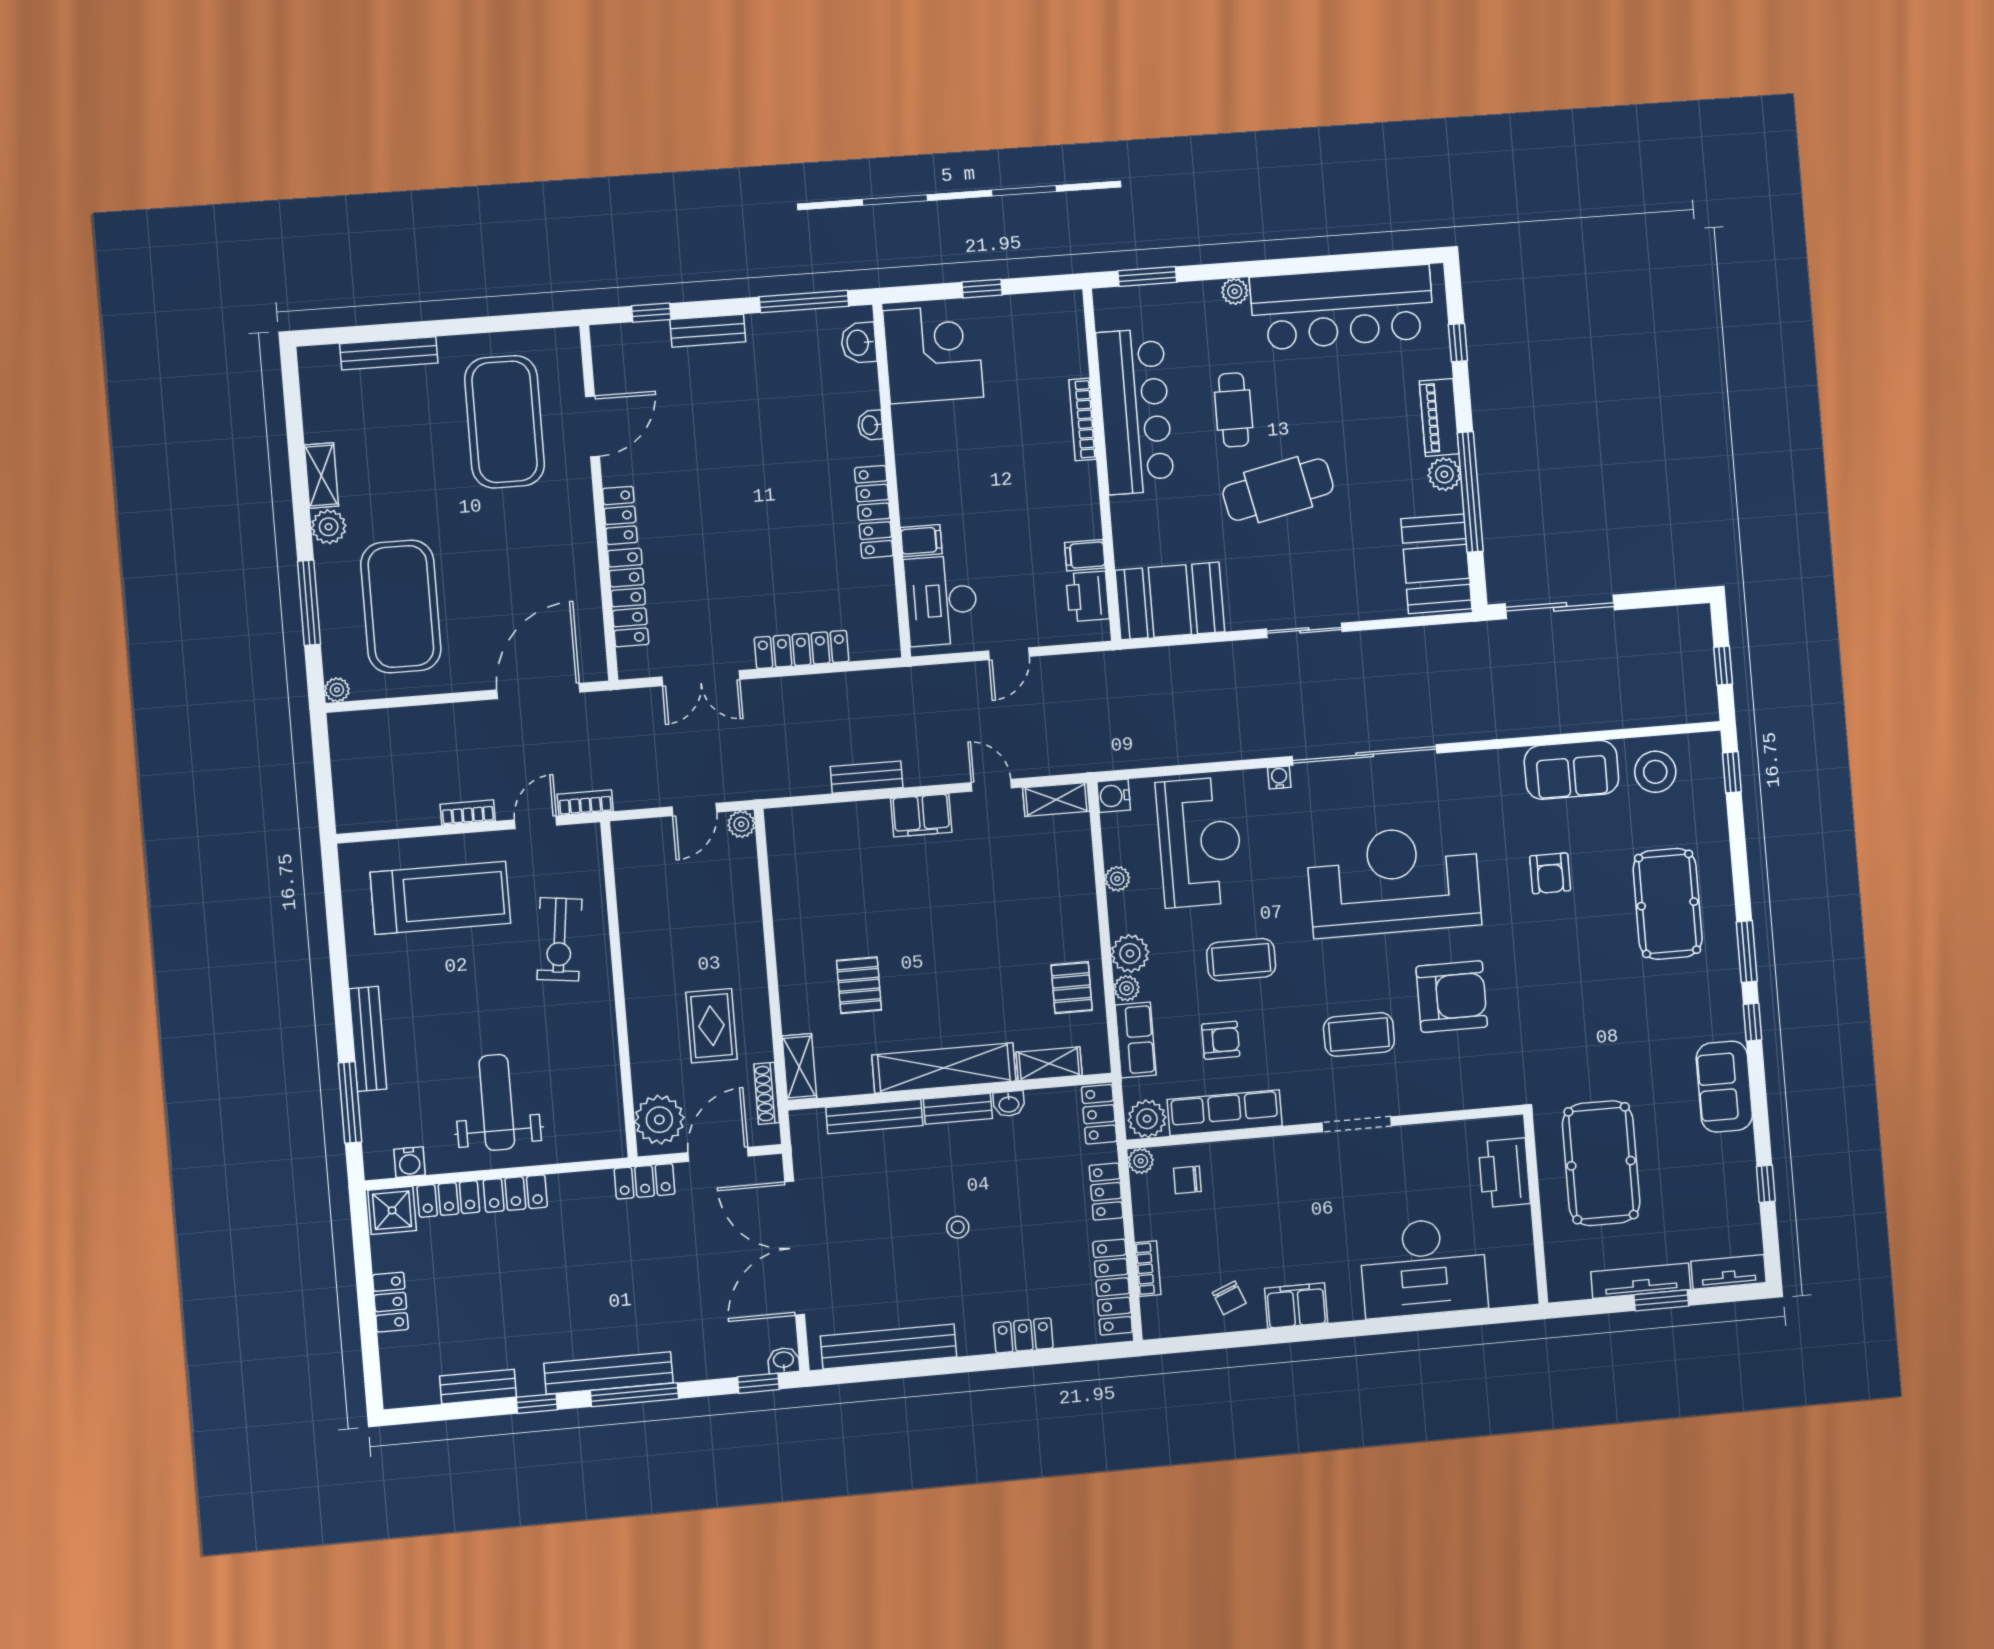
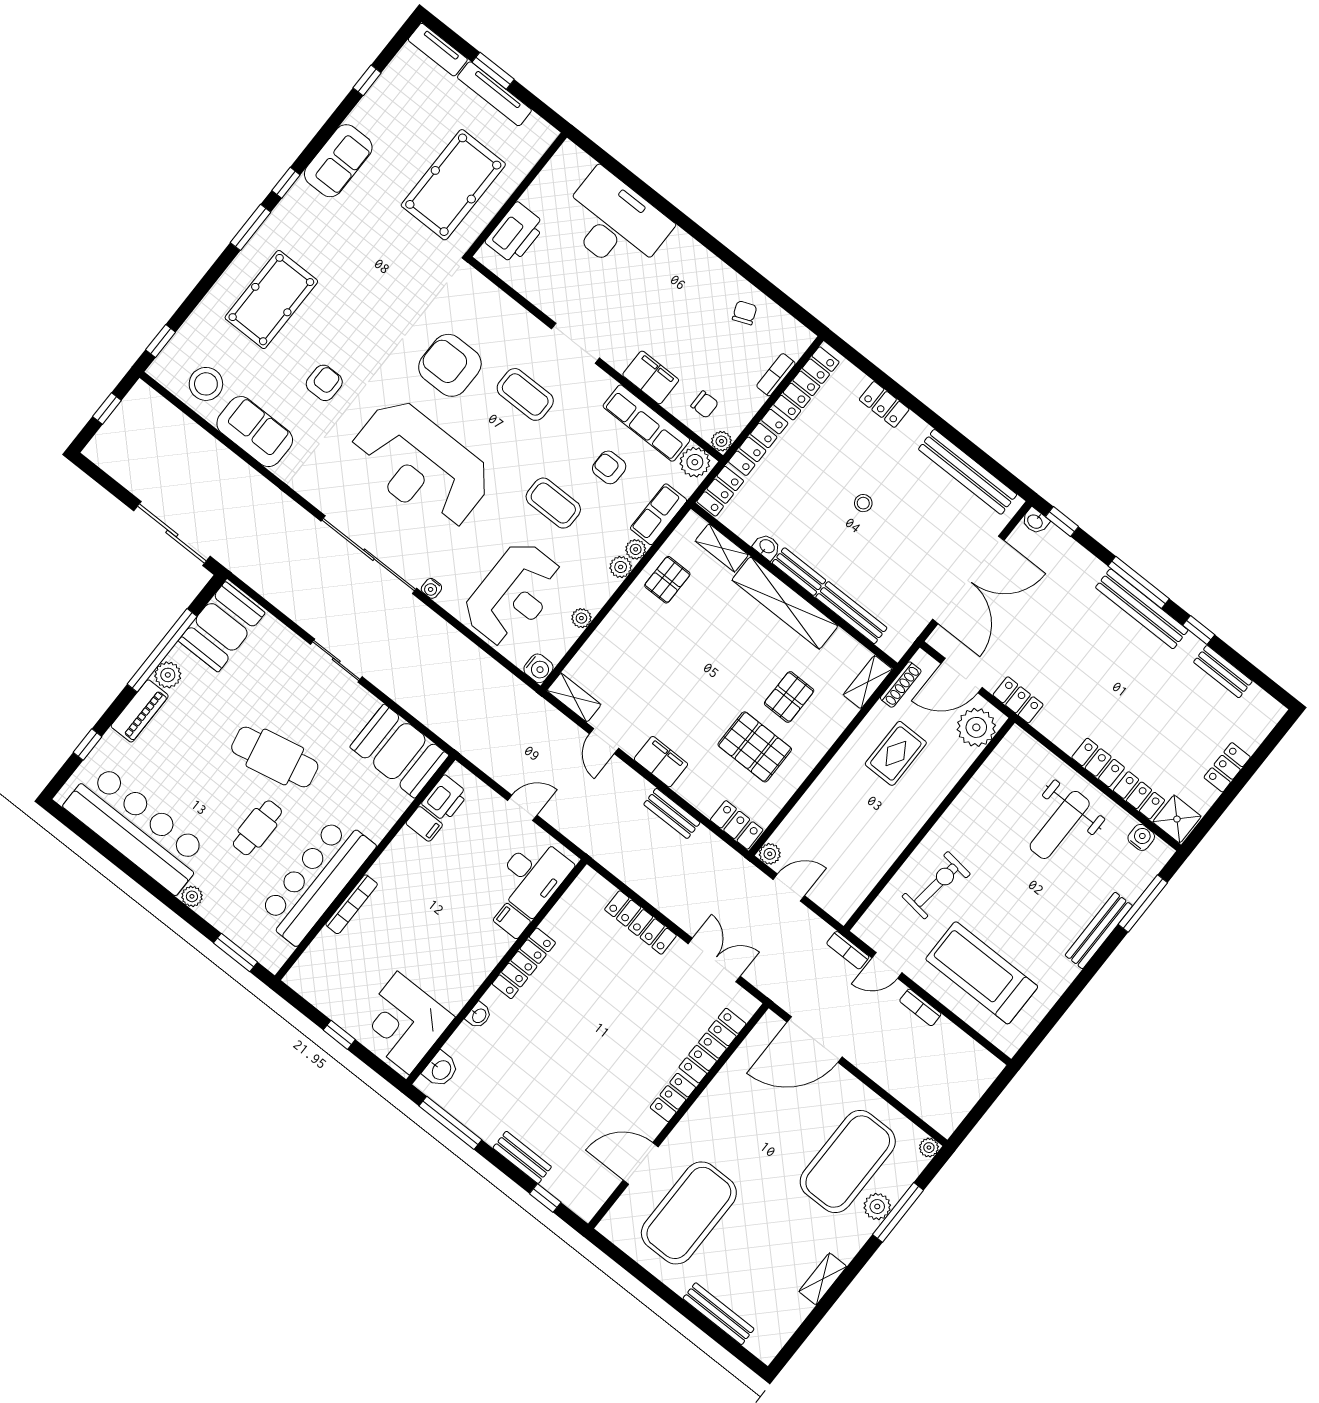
plant: (329, 527) -> (877, 1207), moved
locker: (797, 822) -> (737, 825), added
reception desk: (1200, 842) -> (513, 594), turned 180
pallet: (848, 910) -> (755, 747), added
plant: (1130, 954) -> (621, 567), width x0.73, depth x0.73
locker: (1106, 1192) -> (758, 442), width x1.53
filing cabinet: (1296, 1306) -> (651, 377), moved, turned 180

